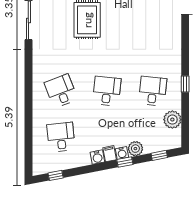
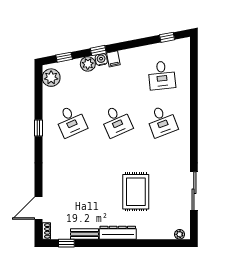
desk: (107, 91) -> (116, 121), turned -30
desk: (153, 91) -> (71, 121), turned -30
plant: (172, 120) -> (51, 78), moved
water cooler: (97, 157) -> (126, 55), removed

